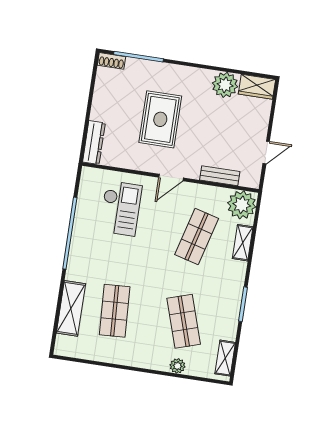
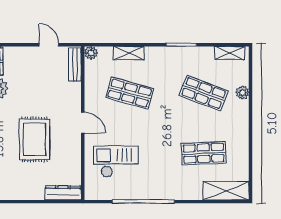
rug: (160, 119) -> (35, 139), turned 90
bench: (220, 176) -> (75, 65), moved
plant: (242, 205) -> (91, 53), width x0.53, depth x0.53
shelving: (71, 308) -> (226, 191), moved
shop shelf: (184, 321) -> (204, 93), turned 39

